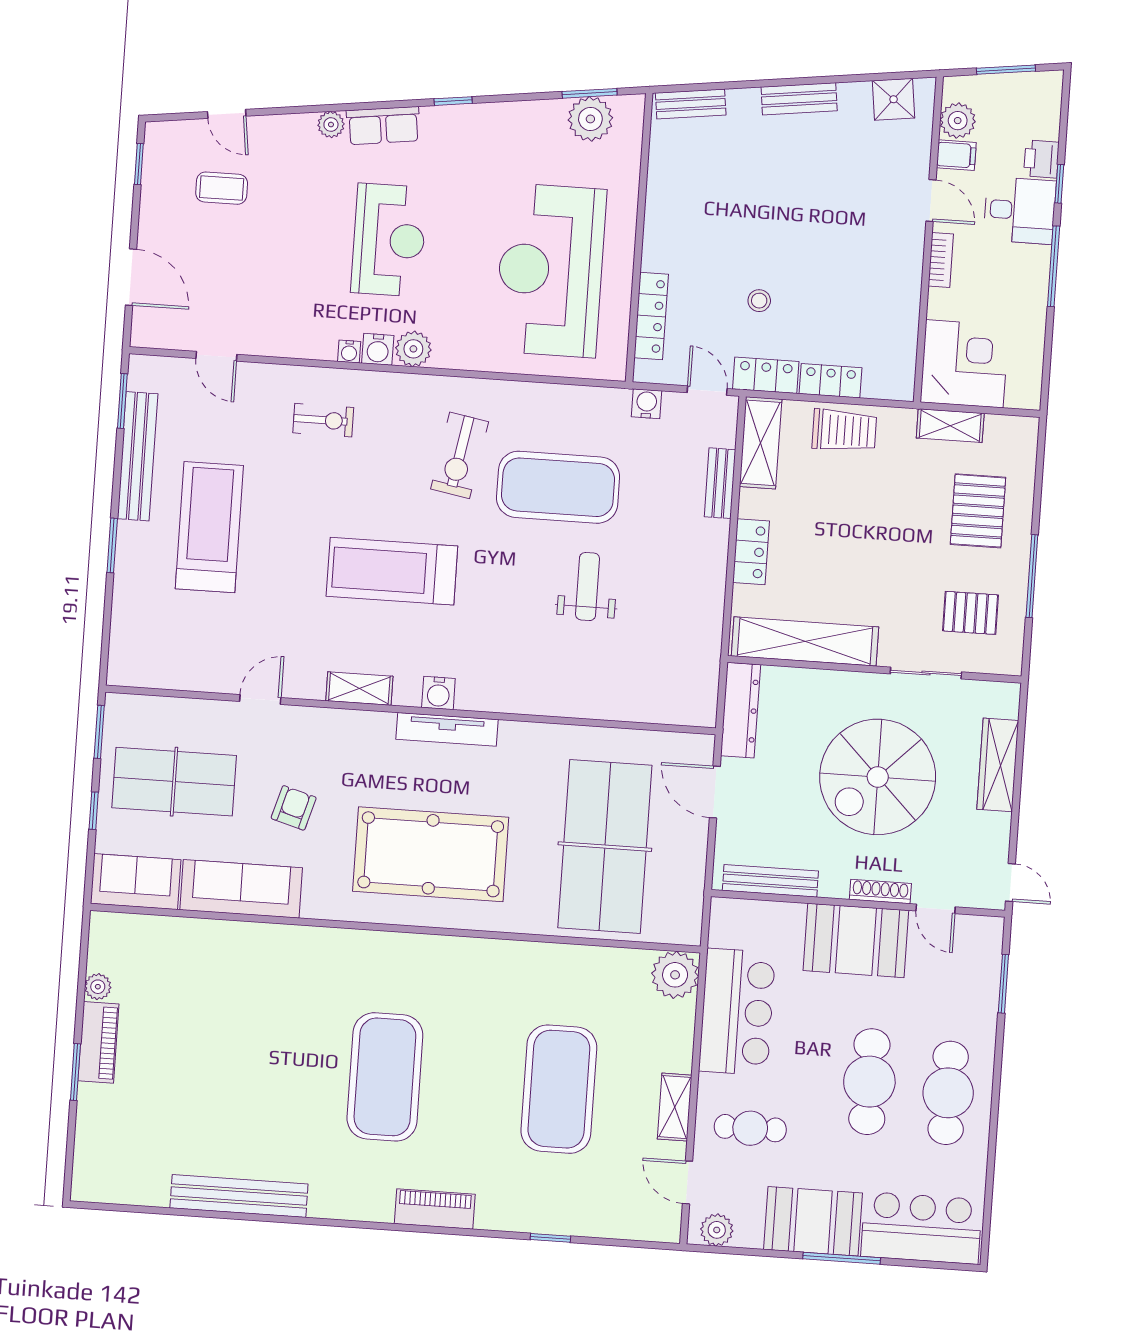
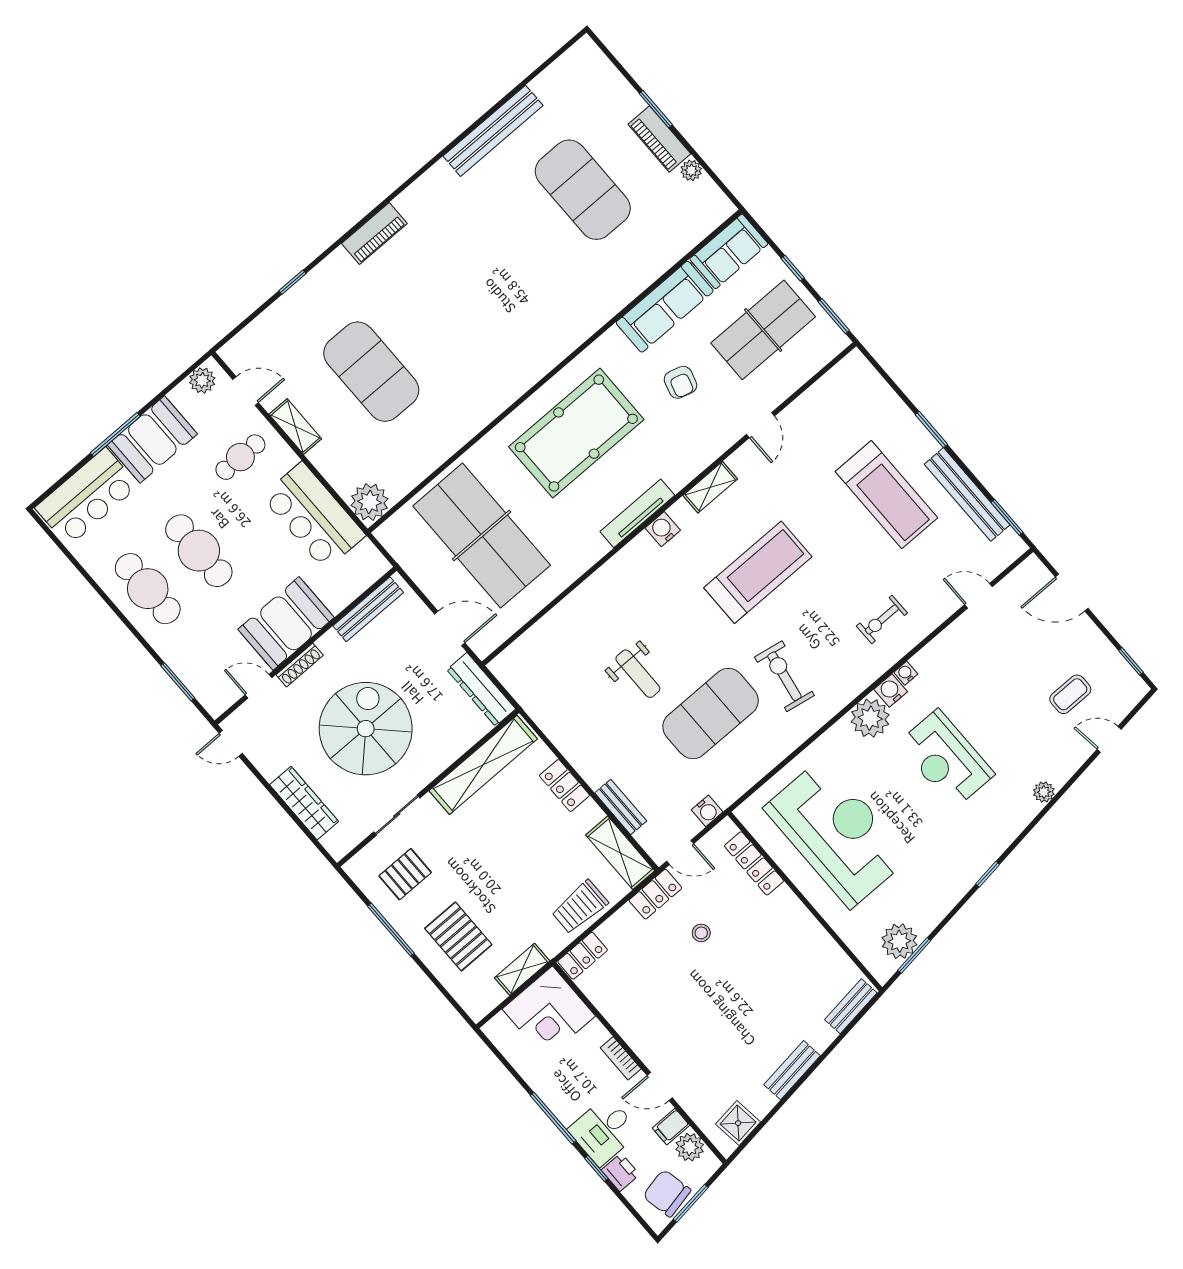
chair: (1018, 100) -> (667, 1193), added
row of seats: (383, 126) -> (1014, 821), removed
plant: (413, 349) -> (870, 718), width x1.36, depth x1.36
locker: (831, 381) -> (583, 956), moved
exercise mat: (385, 1077) -> (583, 190), moved

